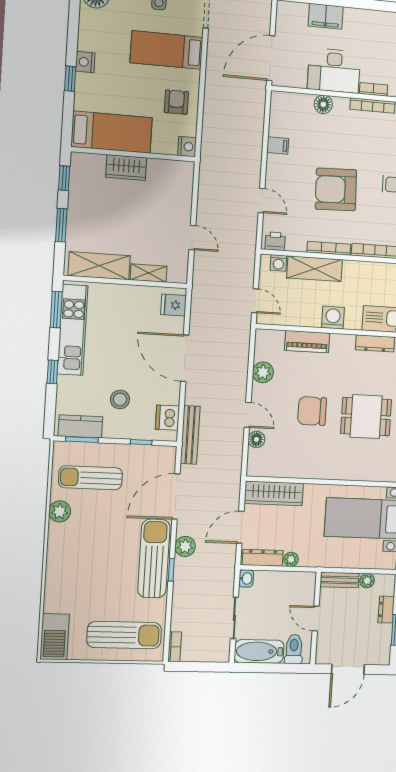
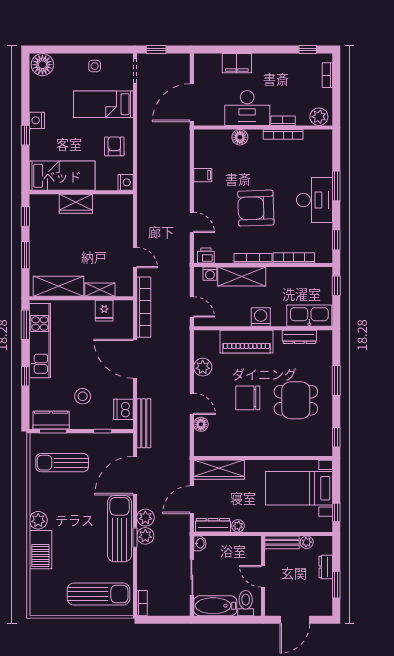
bookcase: (199, 297) -> (144, 307), added
fridge: (174, 305) -> (104, 311), moved, turned -90
piano: (307, 342) -> (246, 342), width x1.37, depth x1.33
plant: (60, 511) -> (38, 520), moved
plant: (184, 568) -> (145, 536), added
barbecue: (55, 637) -> (40, 550), moved

